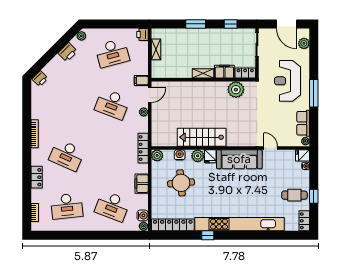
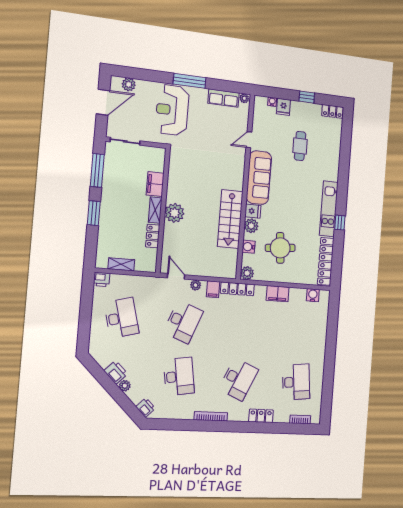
window: (231, 24) -> (97, 170), width x2.17
plant: (81, 36) -> (125, 386), moved
locker: (245, 73) -> (153, 236), moved
filing cabinet: (141, 81) -> (213, 289), moved
reception desk: (287, 81) -> (172, 110), turned 90
plant: (236, 90) -> (174, 213), moved
fridge: (303, 155) -> (283, 107), moved
cafe table: (294, 195) -> (300, 146), moved
desk: (112, 206) -> (179, 376), moved, turned -30
kitchen unit: (240, 224) -> (329, 209), width x0.54
plant: (144, 226) -> (325, 295), removed

